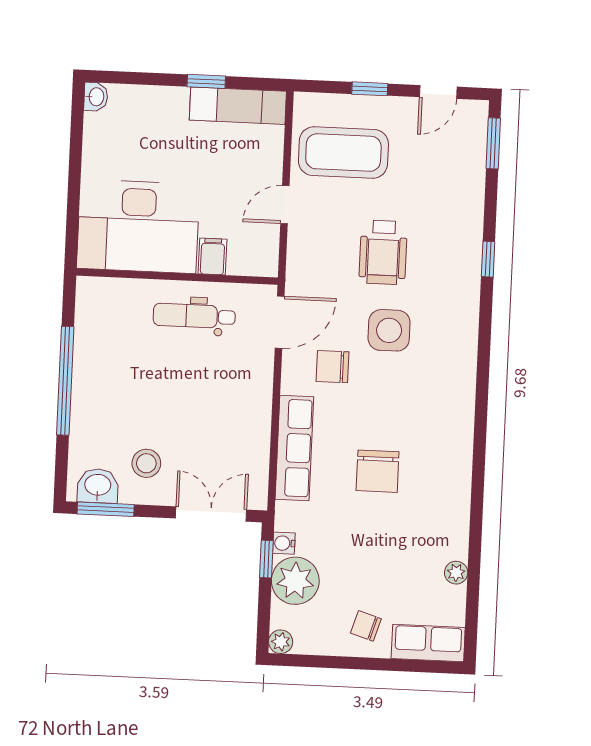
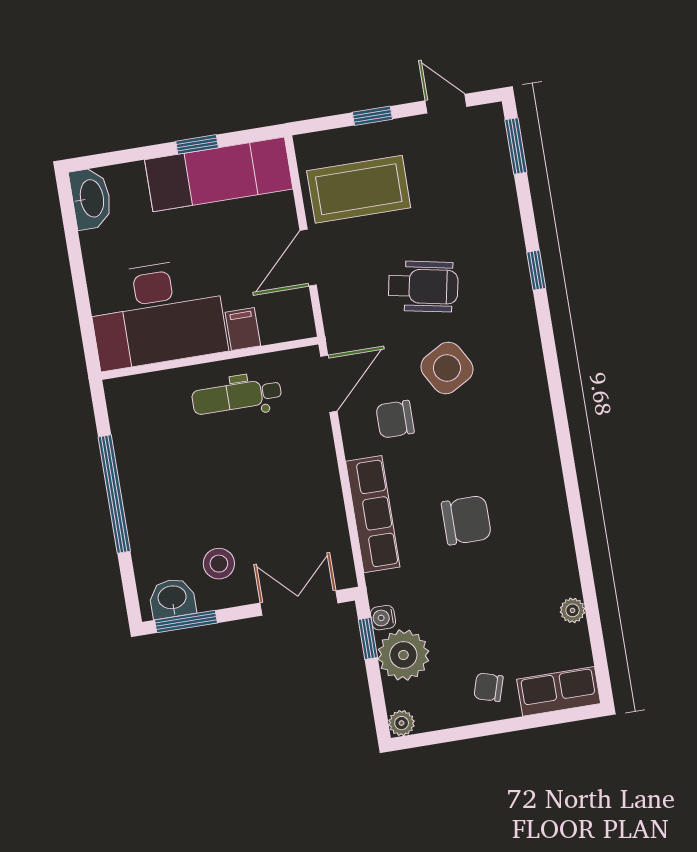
door: (438, 92) -> (446, 104), swing flipped
washbasin: (96, 97) -> (91, 199), width x1.91, depth x1.45
exam couch: (238, 106) -> (219, 174), width x1.36, depth x1.45
door: (285, 205) -> (308, 258), width x1.38
wheelchair: (383, 252) -> (423, 286), turned -79
side table: (389, 330) -> (447, 368), turned -30
chair: (378, 471) -> (466, 520), turned -90

